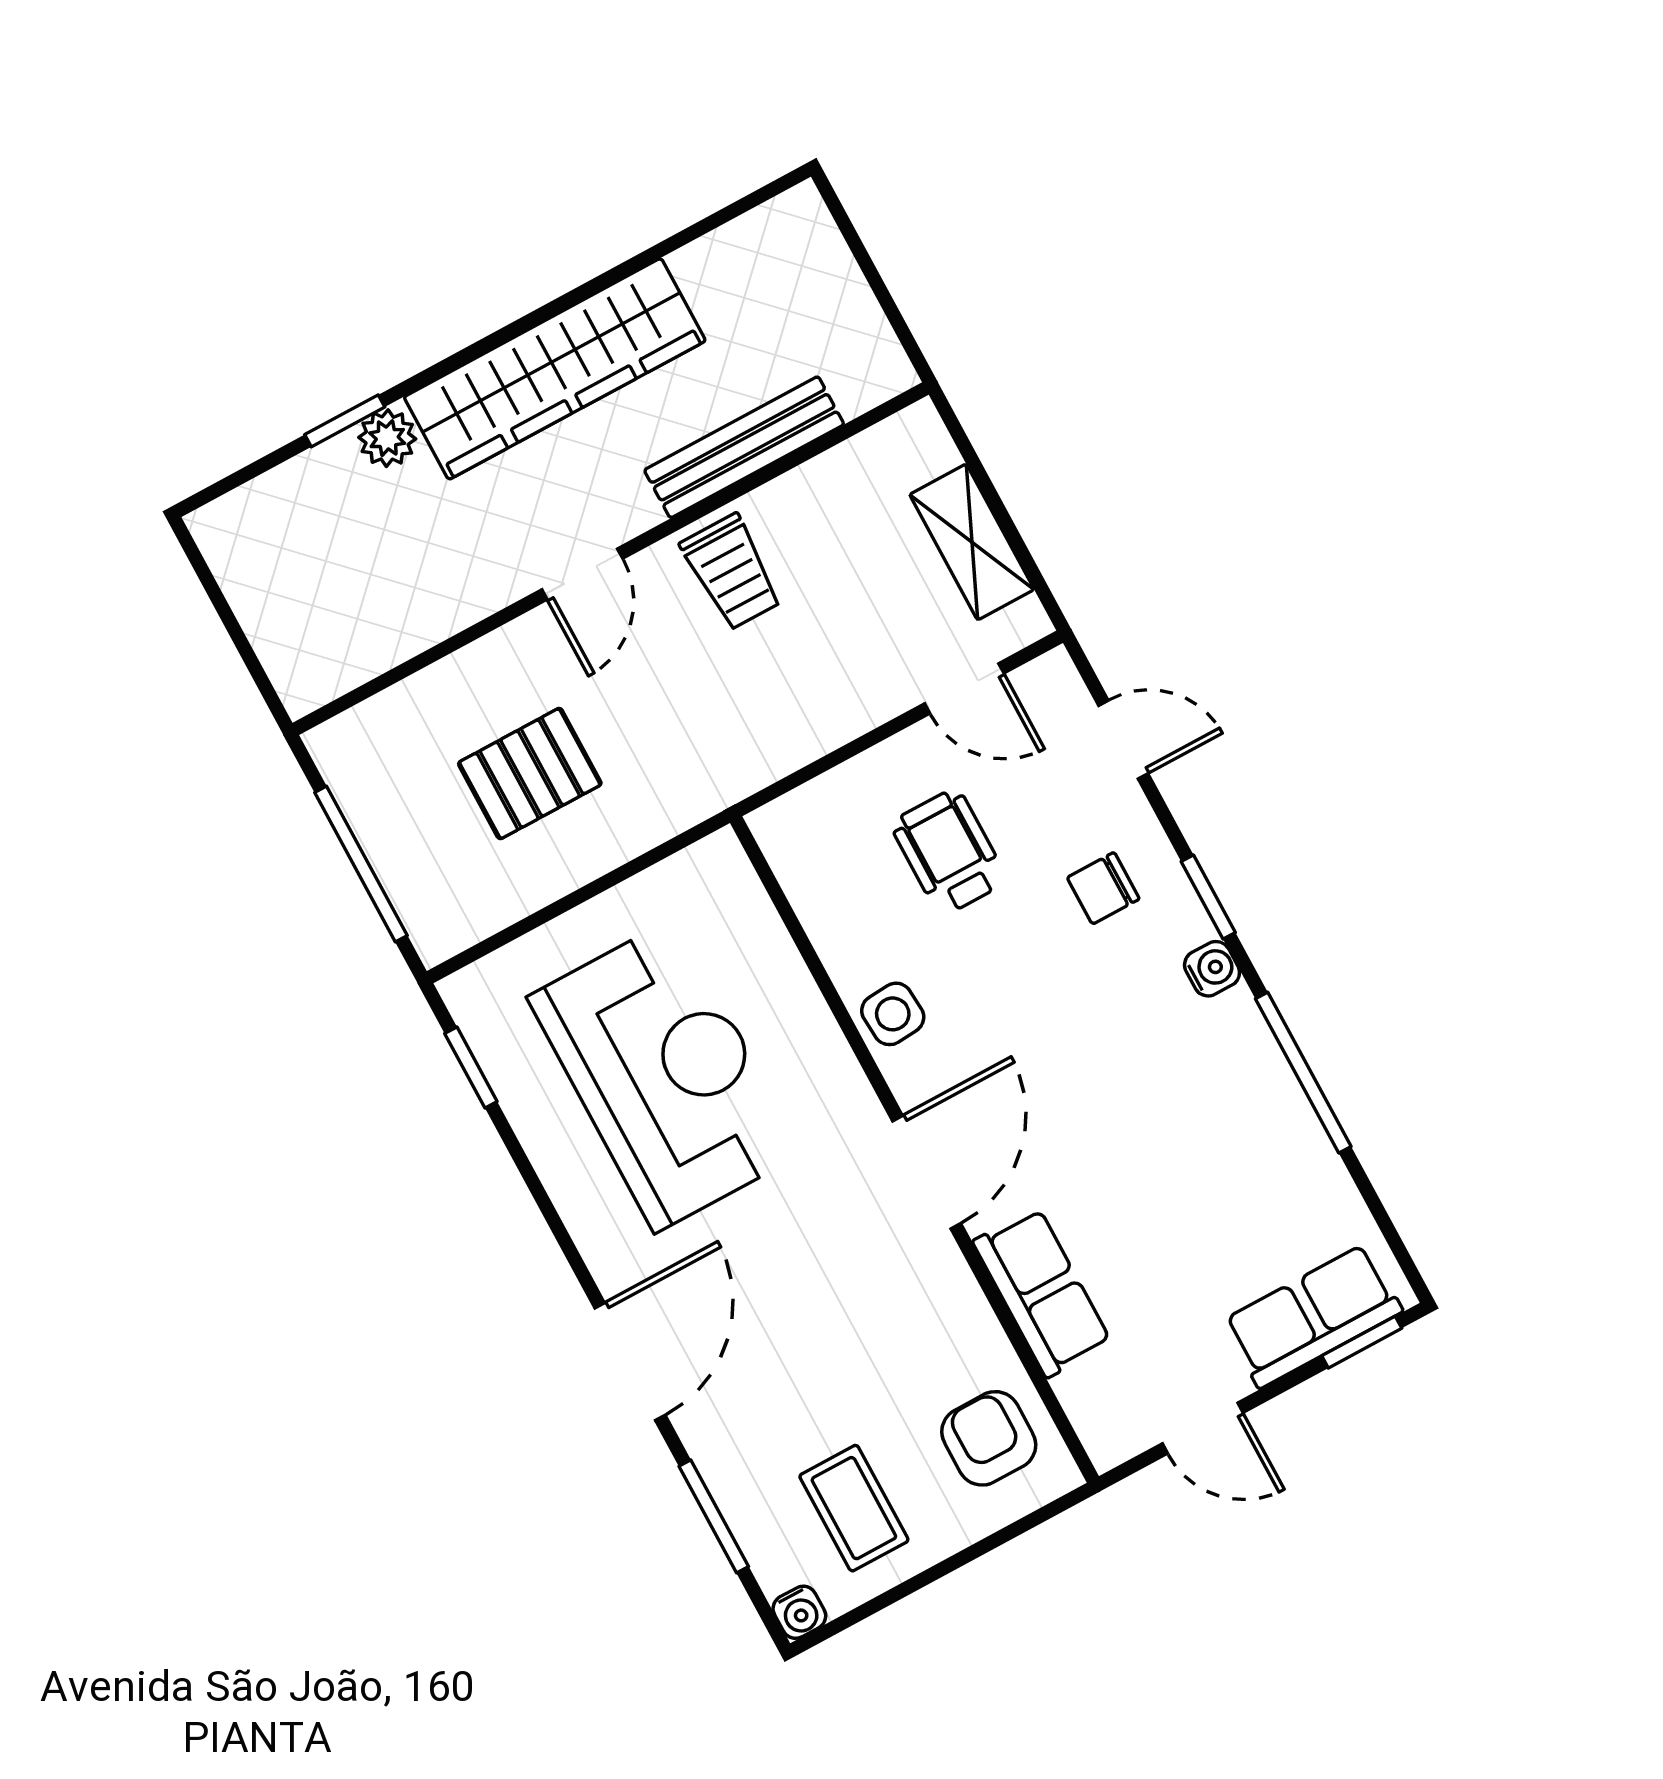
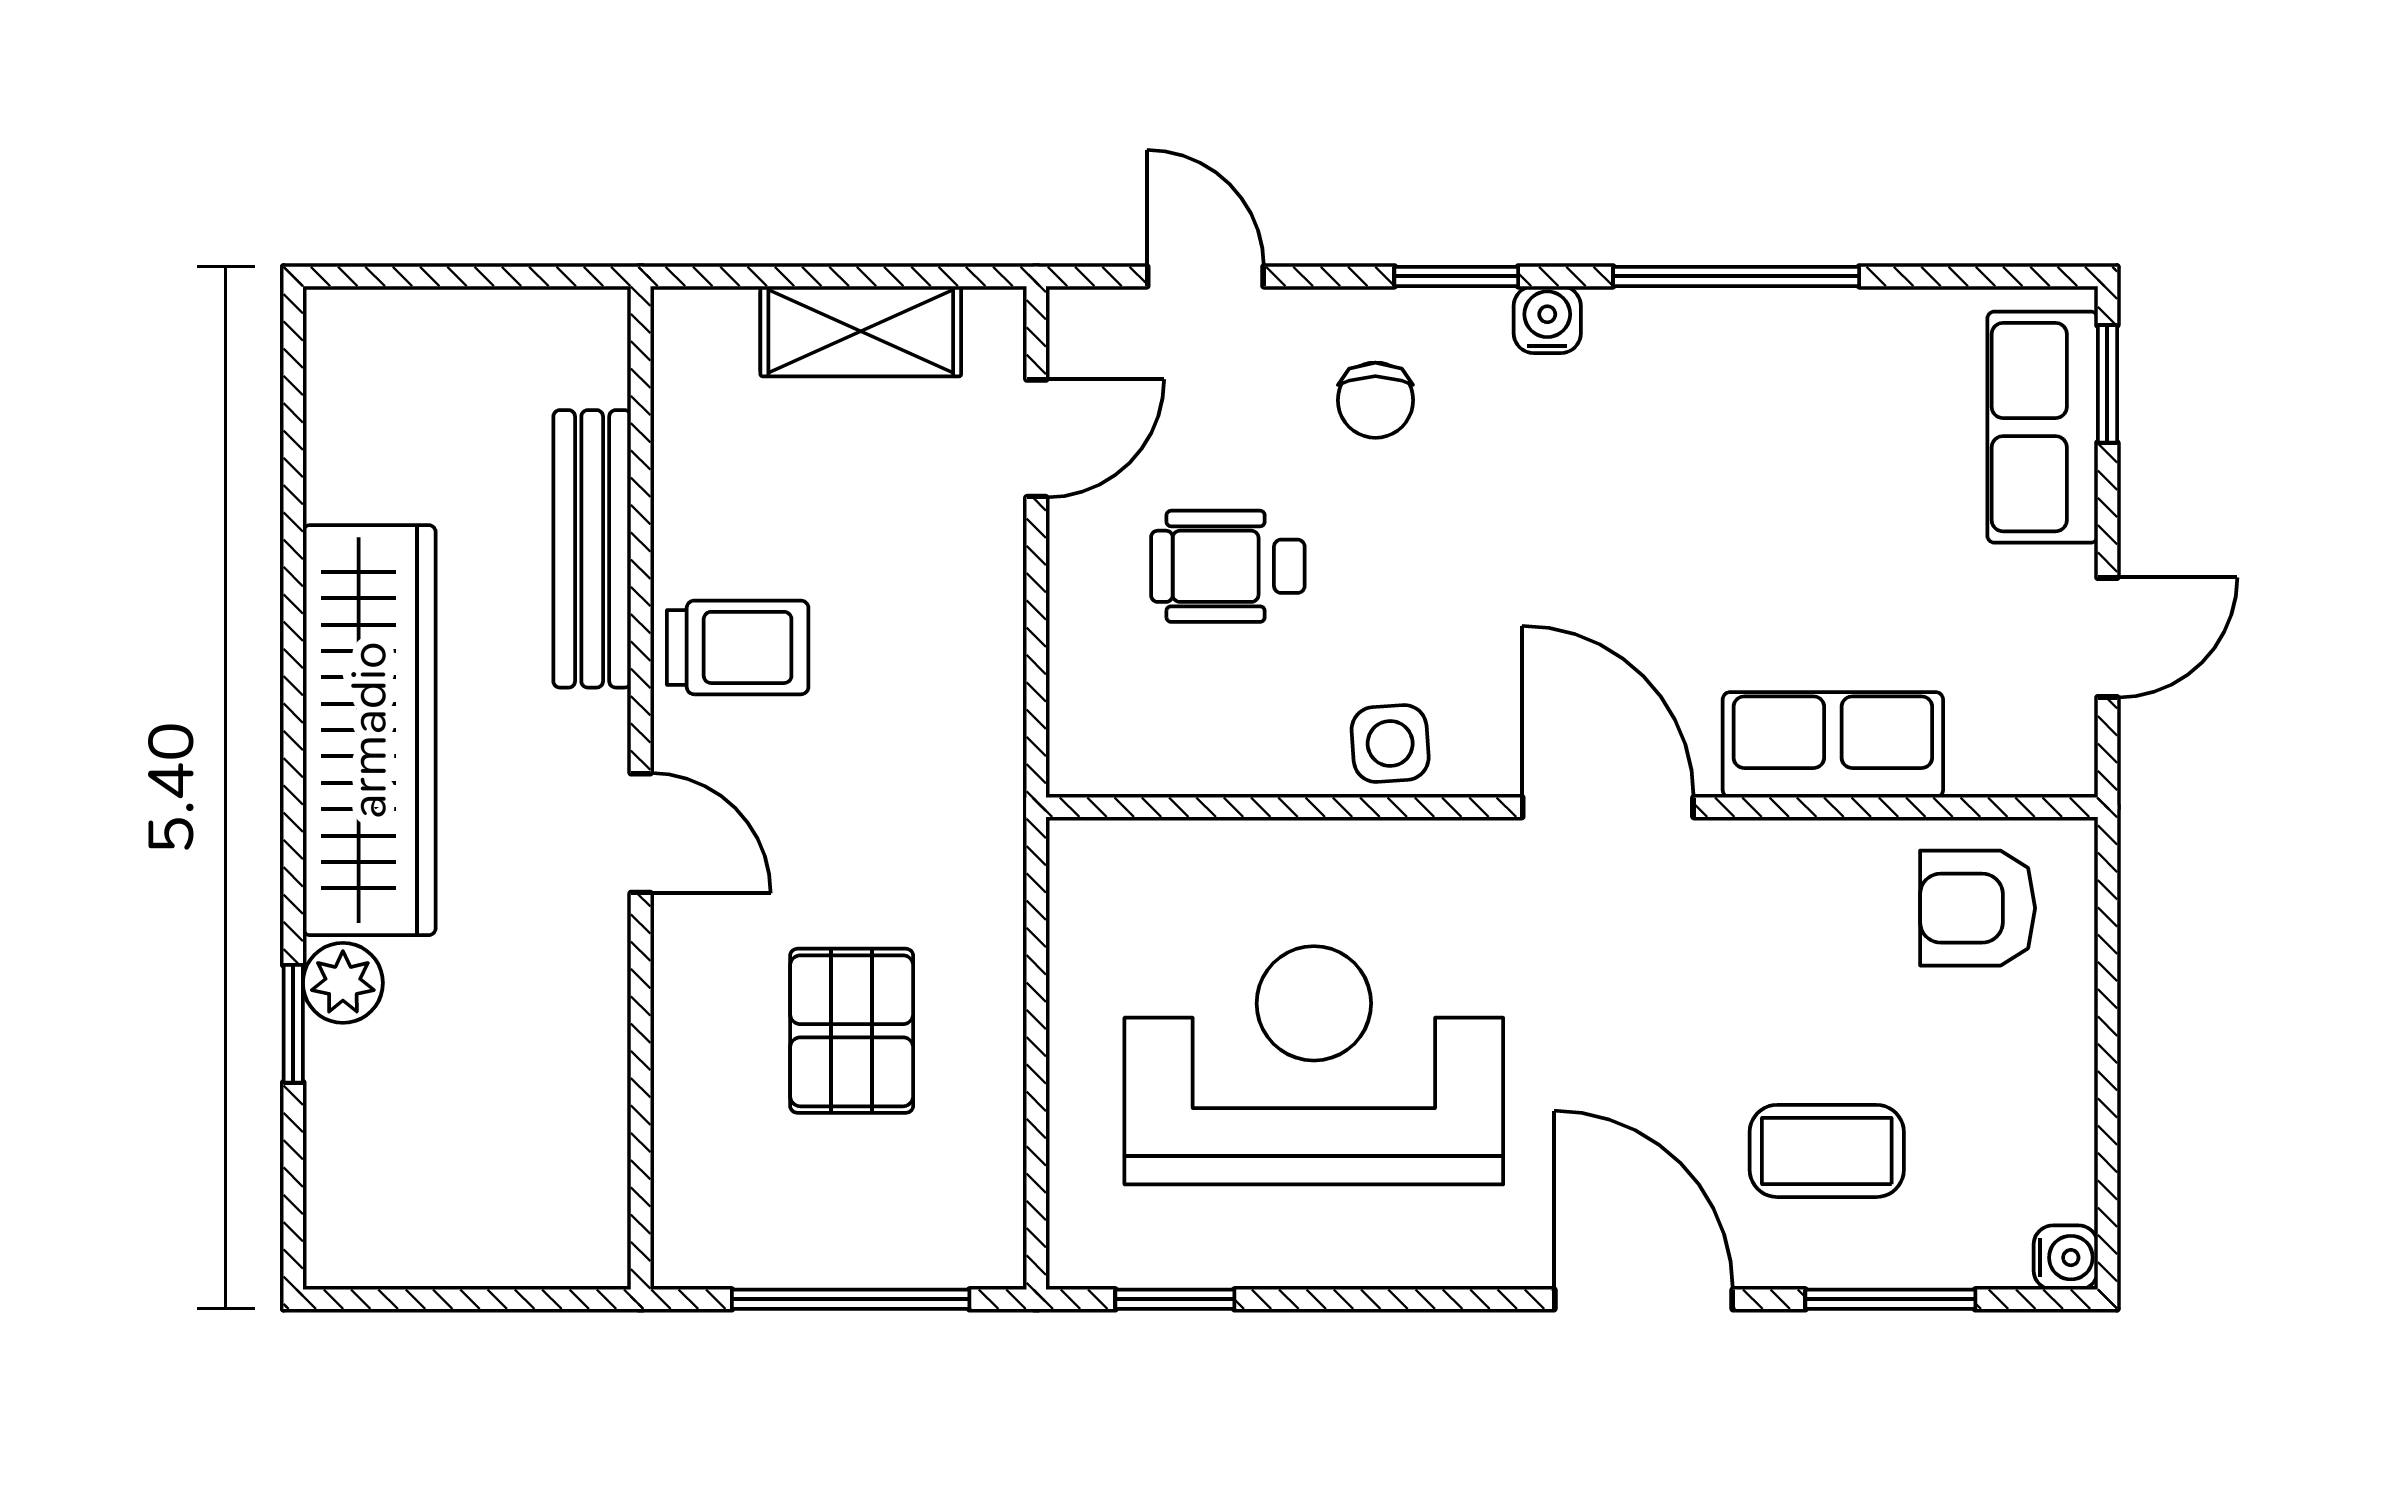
door: (1123, 740) -> (1205, 276), hinge flipped
coffee table: (854, 1508) -> (1827, 1151), moved

